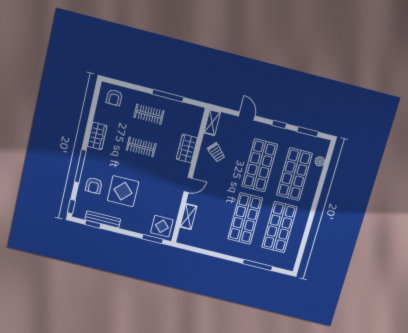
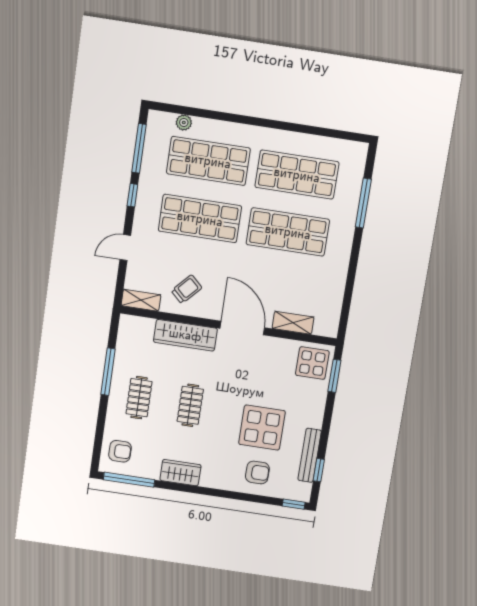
window: (308, 132) -> (139, 148), width x1.44
wardrobe: (187, 149) -> (185, 335), width x1.50
window: (80, 166) -> (129, 480), moved
door: (188, 185) -> (242, 328), width x1.87

